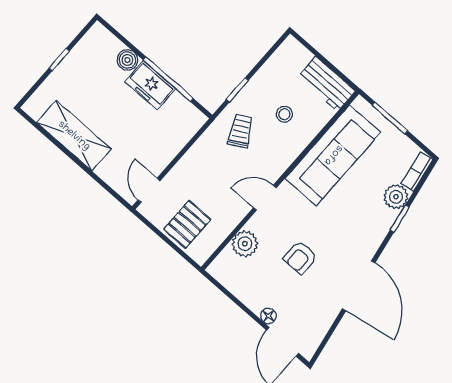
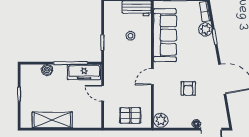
freezer: (150, 85) -> (84, 72), moved, width x1.40
trolley: (241, 131) -> (119, 58), removed
door: (149, 190) -> (103, 93), moved
pallet: (187, 224) -> (130, 115), turned 90
plant: (245, 244) -> (161, 120), moved

